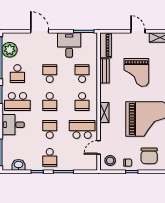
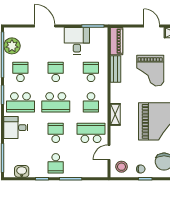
school desk: (17, 74) -> (20, 72), turned 180
school desk: (50, 102) -> (56, 102), width x1.85

